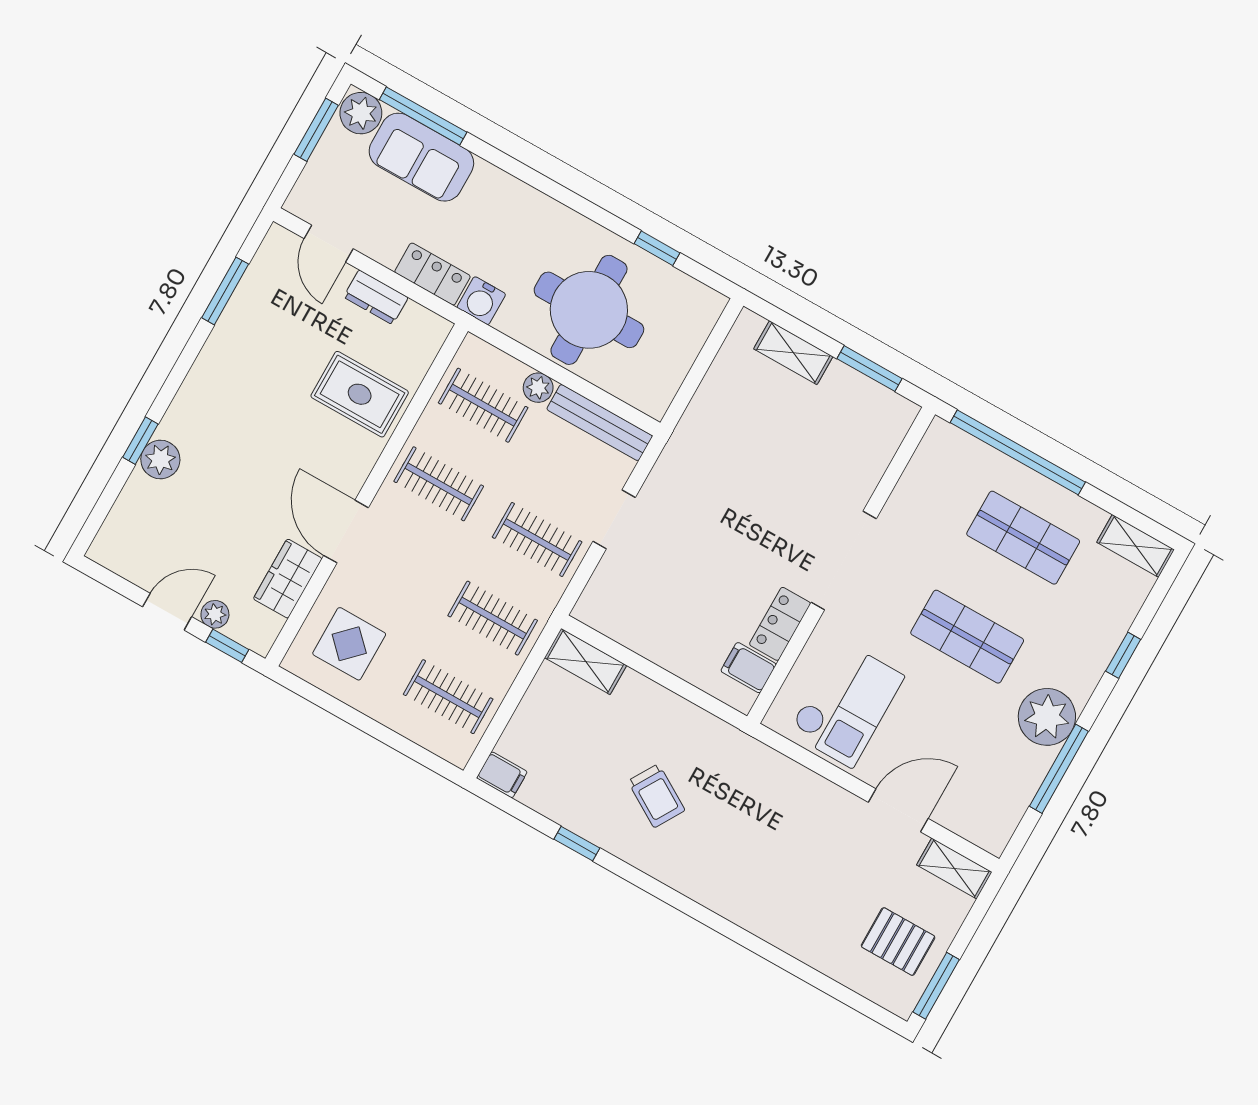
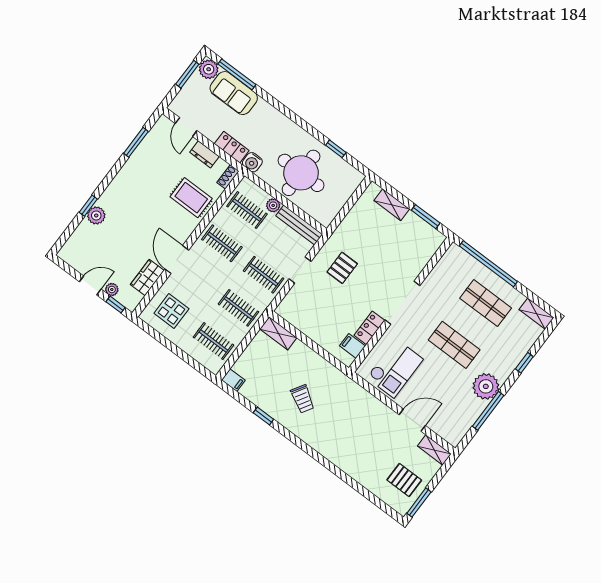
shoe rack: (433, 339) -> (228, 177), added
pallet: (704, 503) -> (342, 268), added

